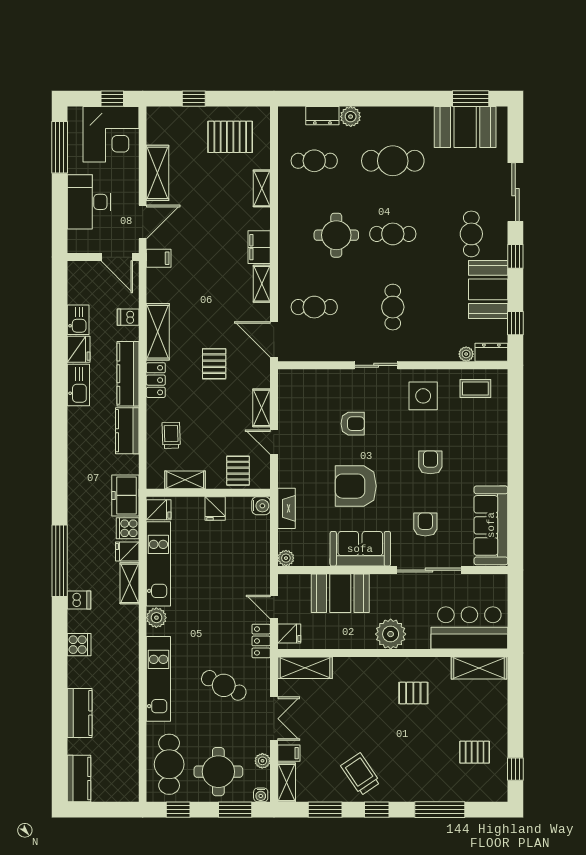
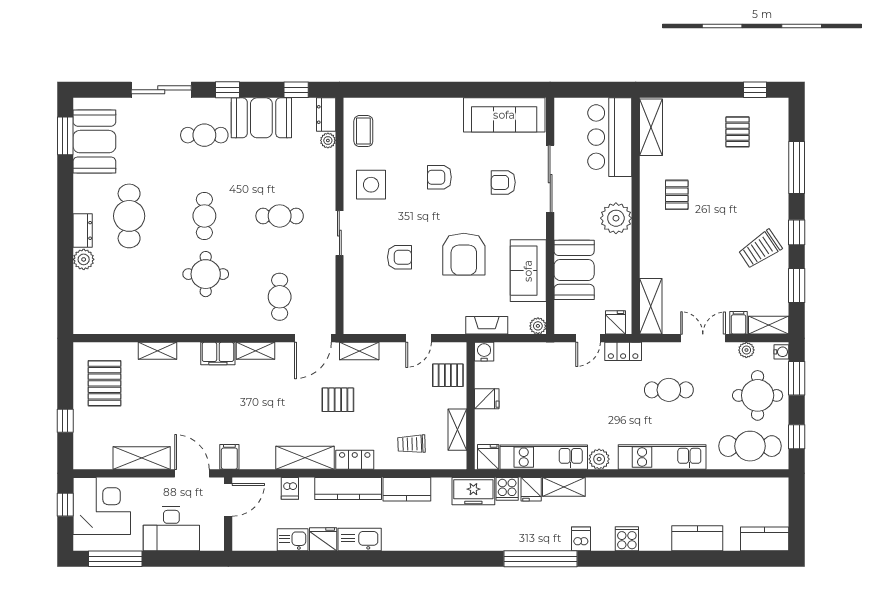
dresser: (322, 116) -> (83, 230), moved
cafe table: (314, 161) -> (129, 297), removed
shelving: (262, 408) -> (359, 351), moved
armchair: (353, 424) -> (400, 257), turned 90
sofa: (360, 549) -> (528, 271), moved
cafe table: (224, 685) -> (669, 390), turned 64

